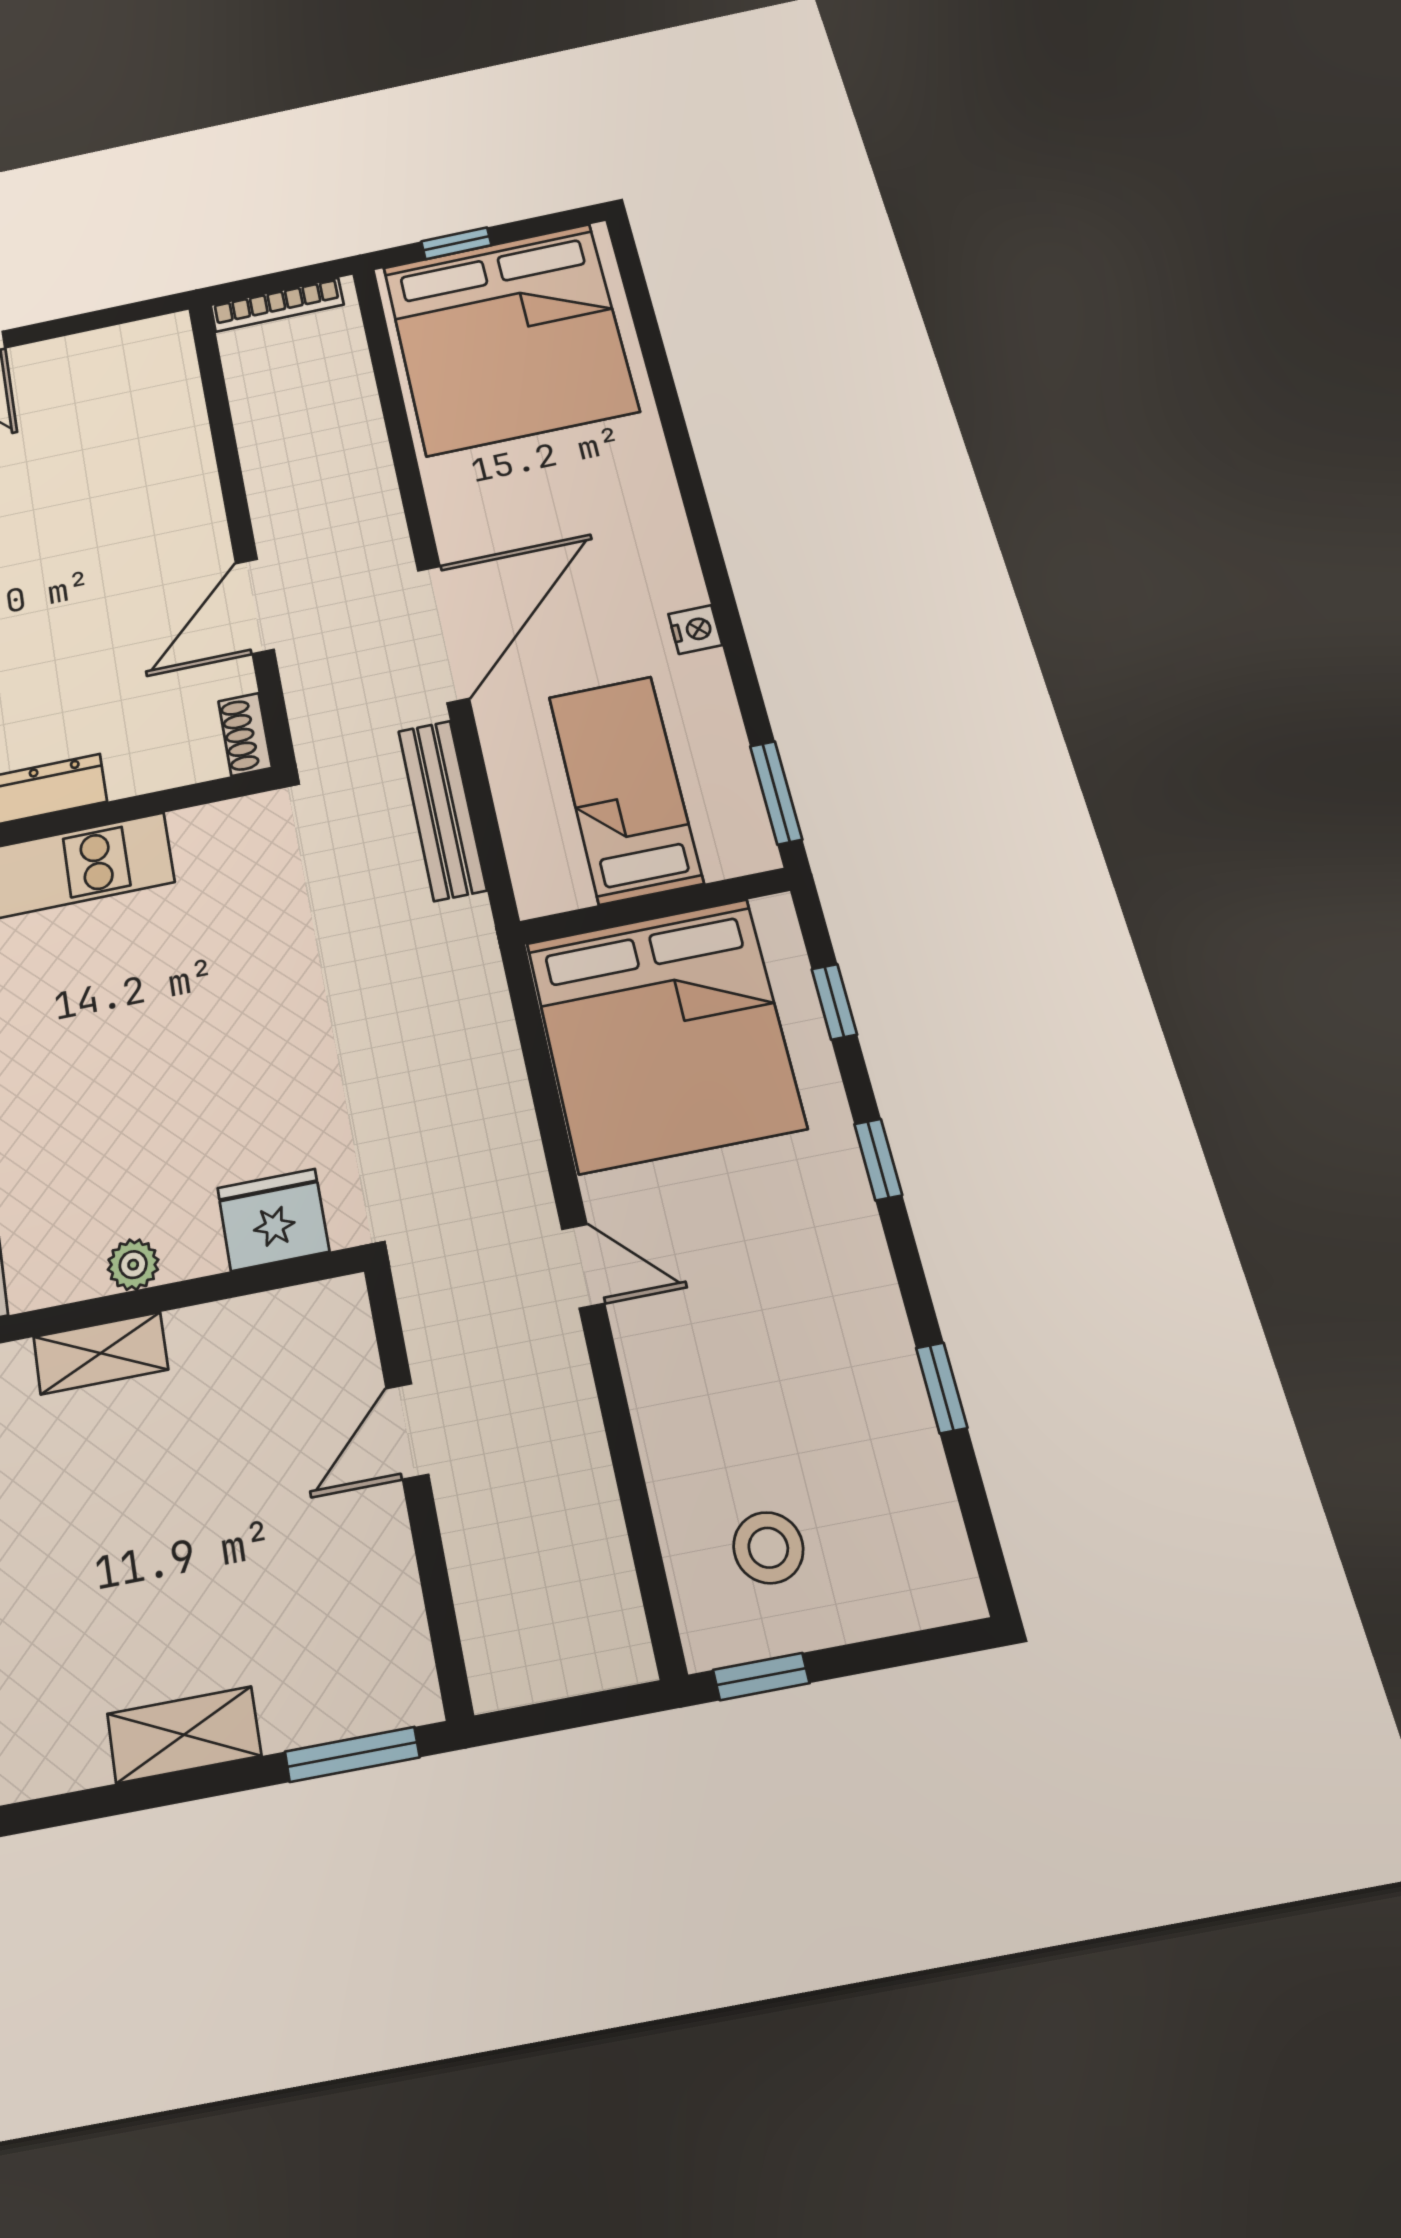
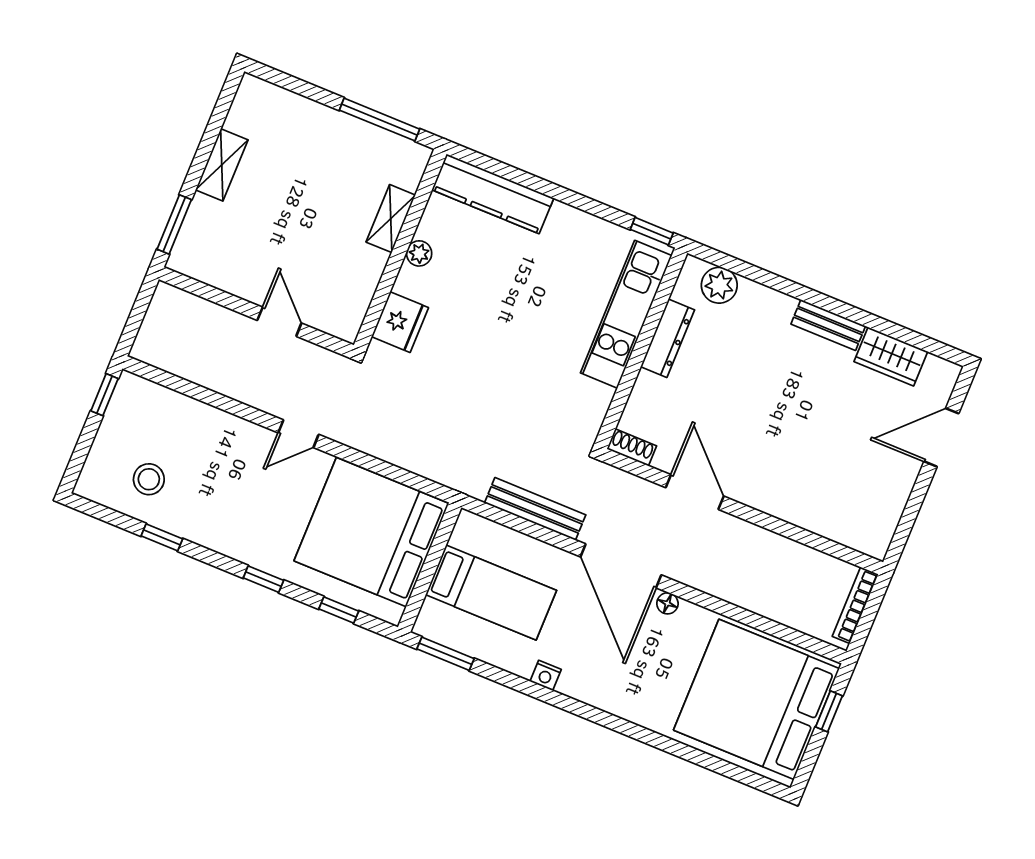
floor lamp: (454, 537) -> (667, 603), added
stool: (768, 1548) -> (149, 479), moved

